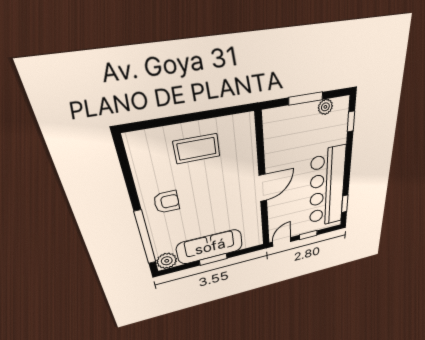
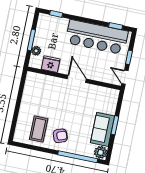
plant: (325, 107) -> (36, 51), moved
fridge: (275, 143) -> (51, 64), added
coffee table: (197, 149) -> (39, 129), moved
armchair: (167, 202) -> (60, 136), turned 70
sofa: (210, 247) -> (103, 129), width x0.73

